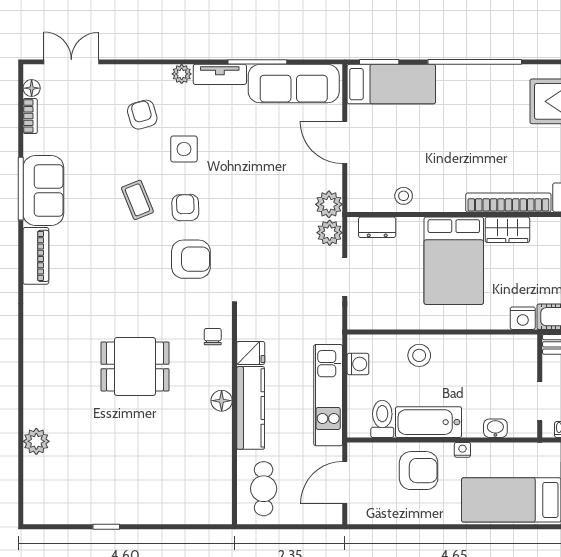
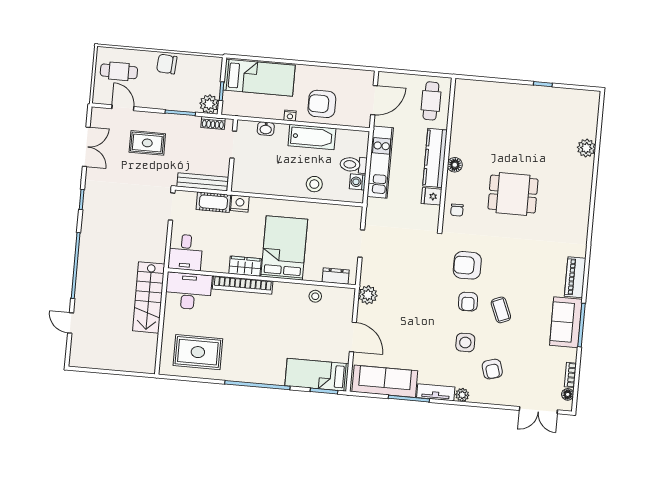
plant: (330, 233) -> (369, 275), removed
toilet: (382, 419) -> (353, 165), moved, turned 90

